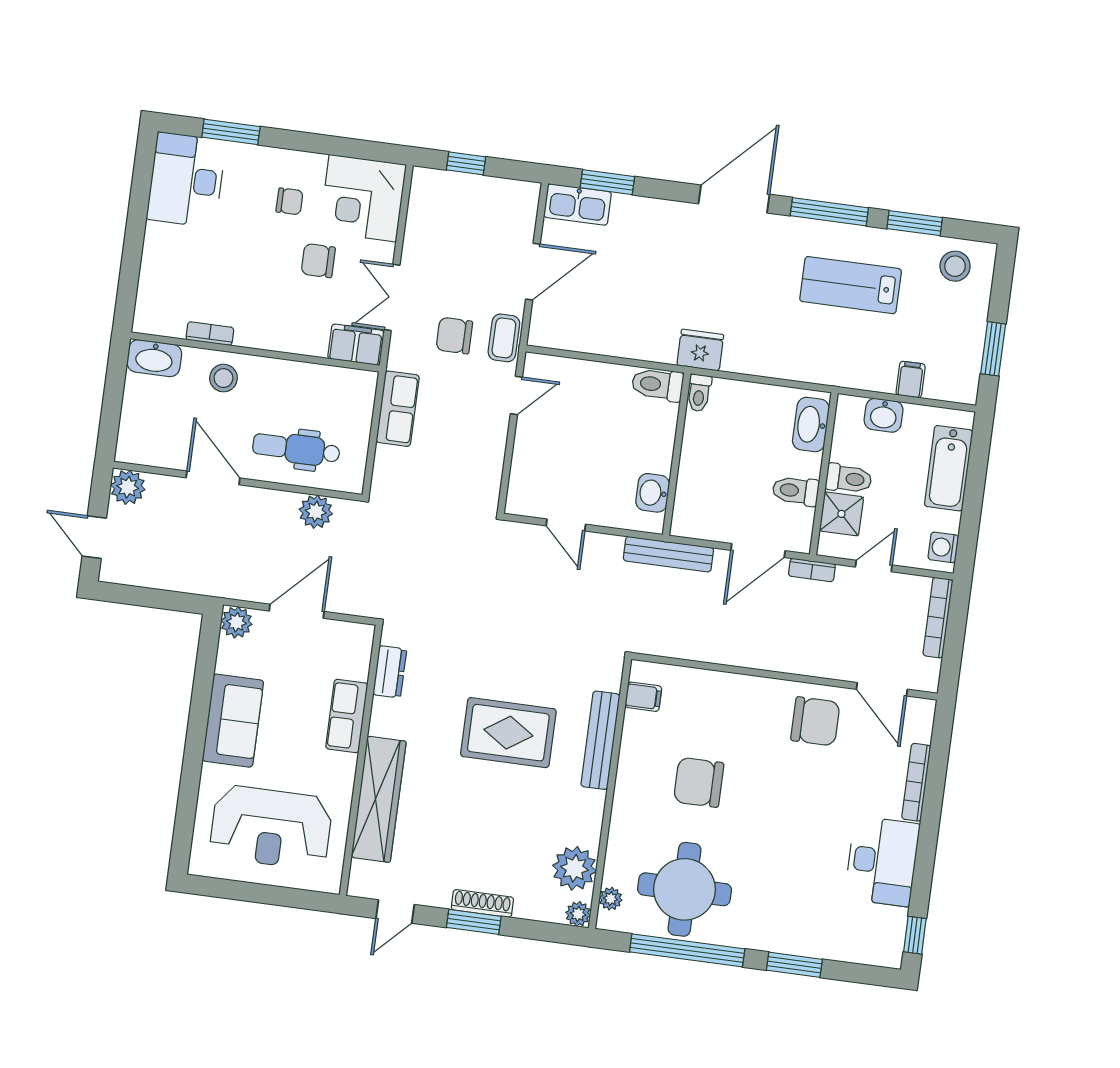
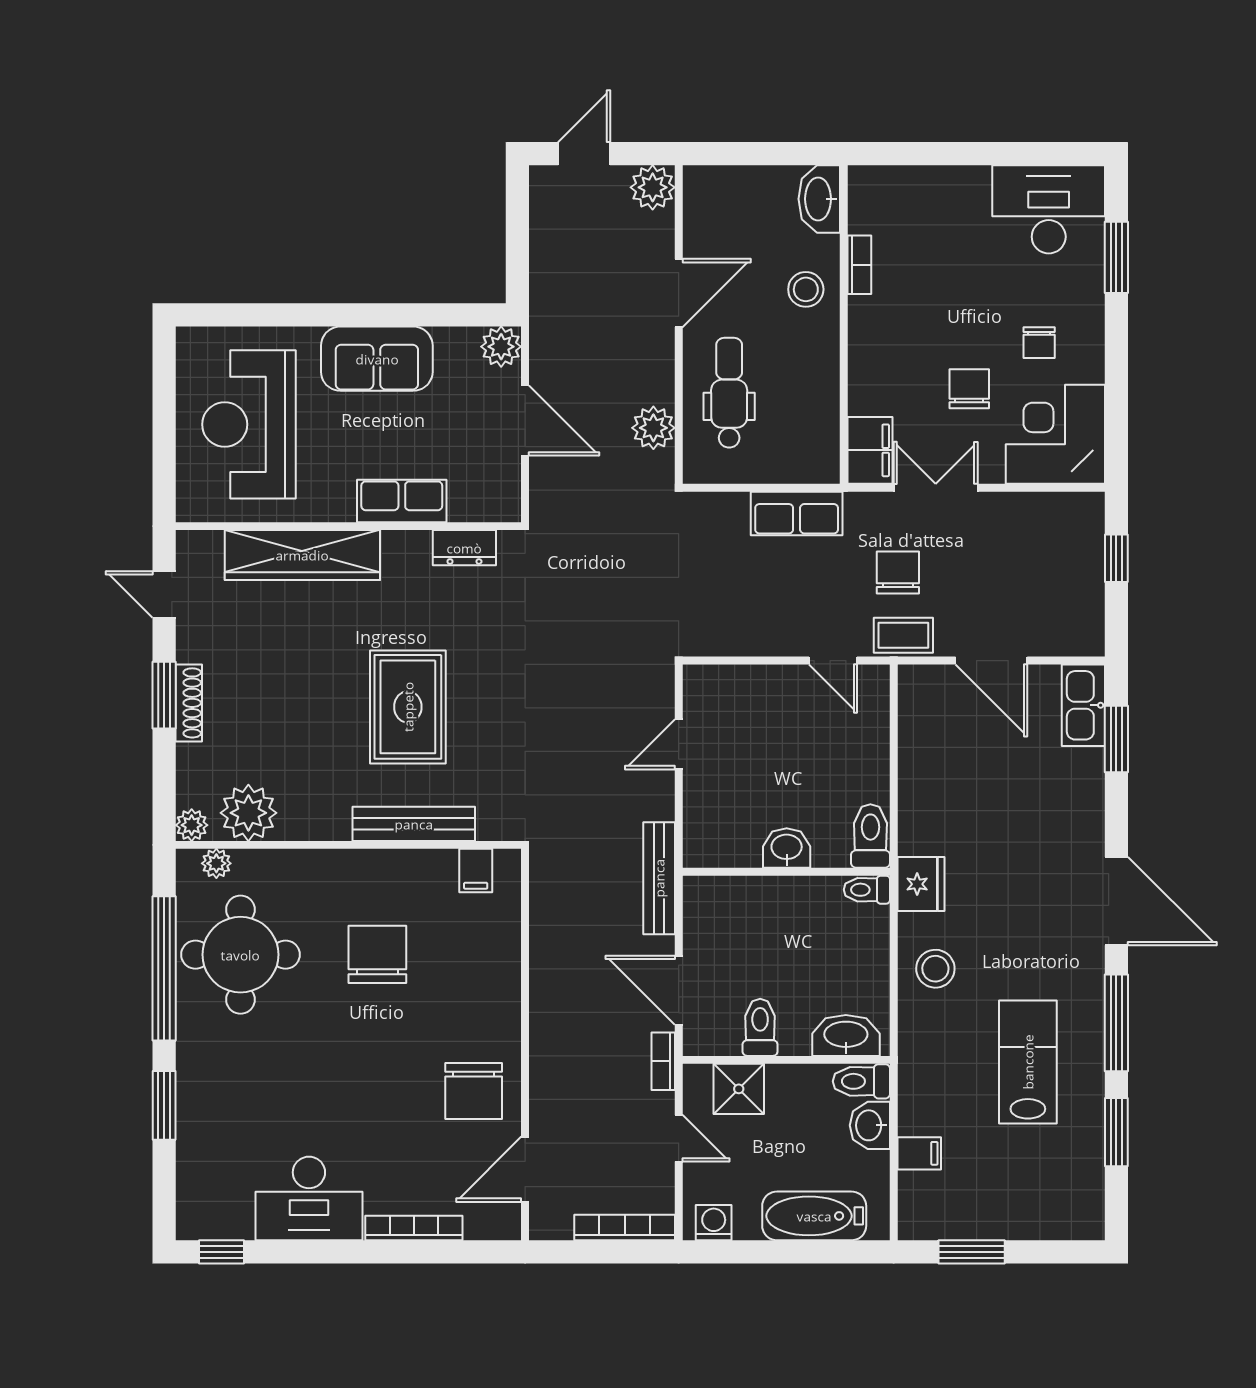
stool: (955, 266) -> (935, 969), moved
toilet: (849, 479) -> (861, 1081), moved, turned 90
washbasin: (653, 493) -> (787, 848), moved

